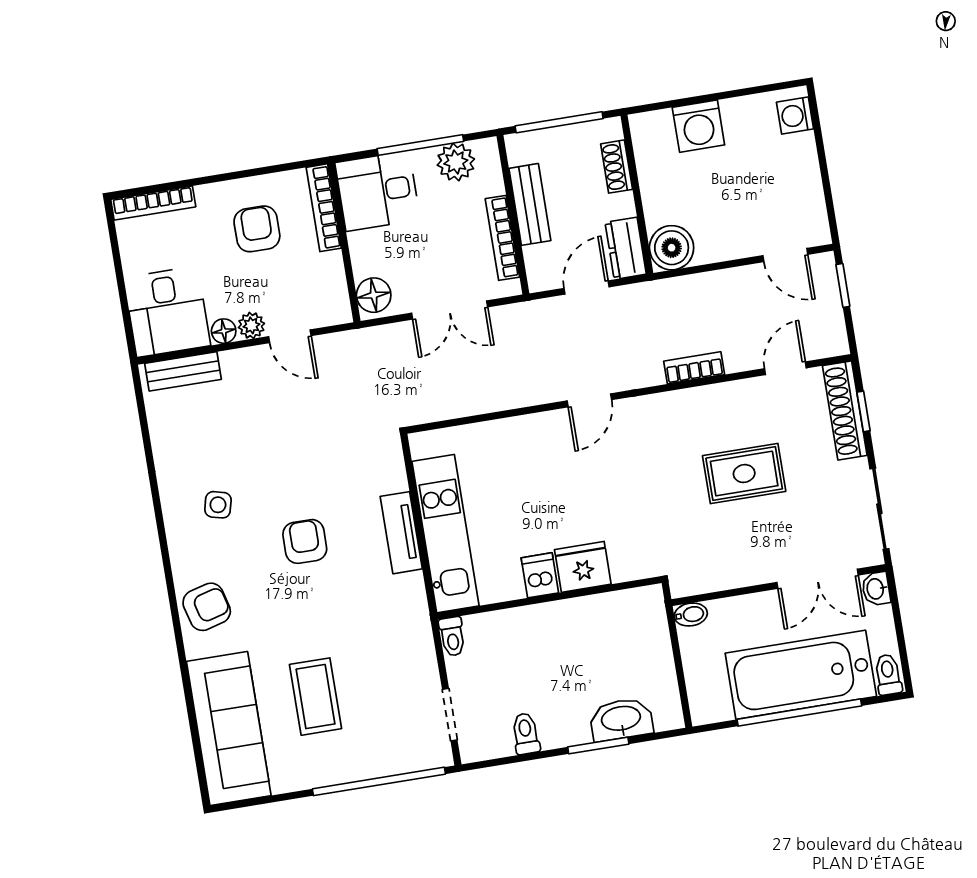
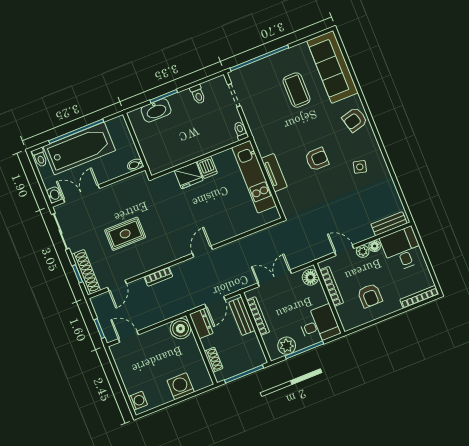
bench: (530, 204) -> (242, 316), moved
bookcase: (324, 208) -> (332, 286), moved
armchair: (305, 541) -> (317, 159), turned -90

